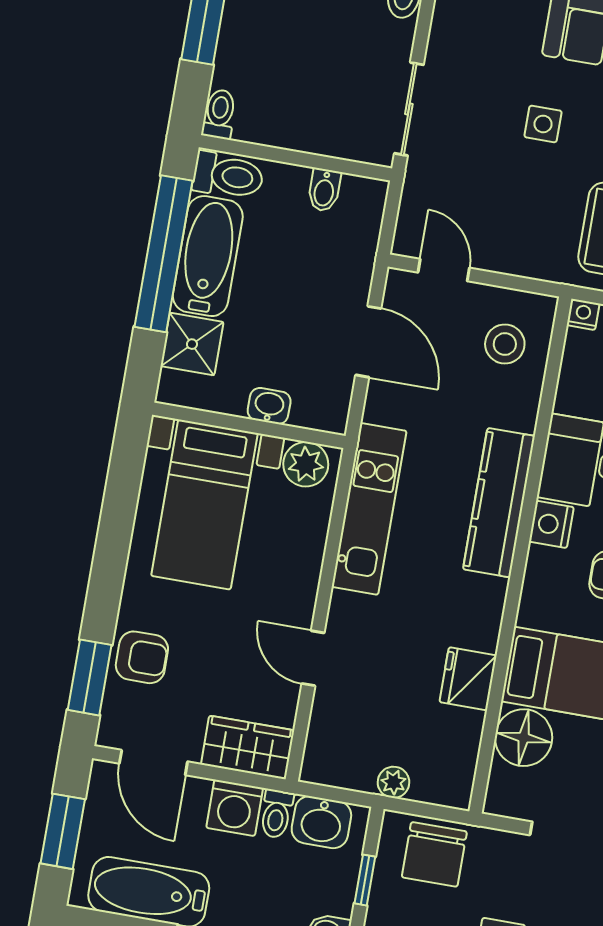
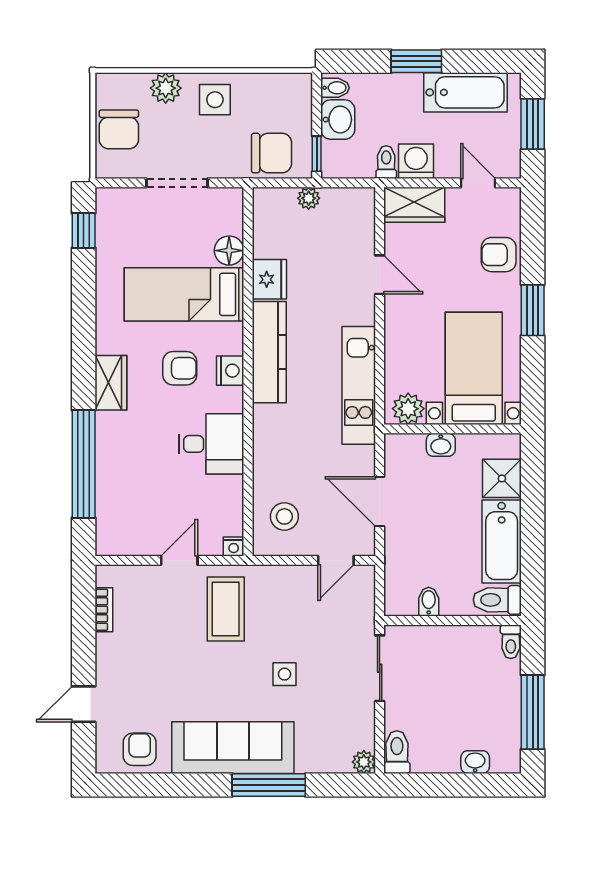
window: (164, 254) -> (533, 538), removed
door: (444, 270) -> (336, 560), hinge flipped
kitchen counter: (499, 503) -> (269, 352), moved
nightstand: (551, 524) -> (230, 371), moved
window: (90, 677) -> (533, 310), moved
floor lamp: (524, 738) -> (229, 251), width x0.73, depth x0.73
door: (153, 762) -> (478, 183), width x0.73
washbasin: (321, 822) -> (338, 120), moved, turned 90
chair: (434, 854) -> (272, 153), turned 90
window: (365, 880) -> (317, 154), moved

